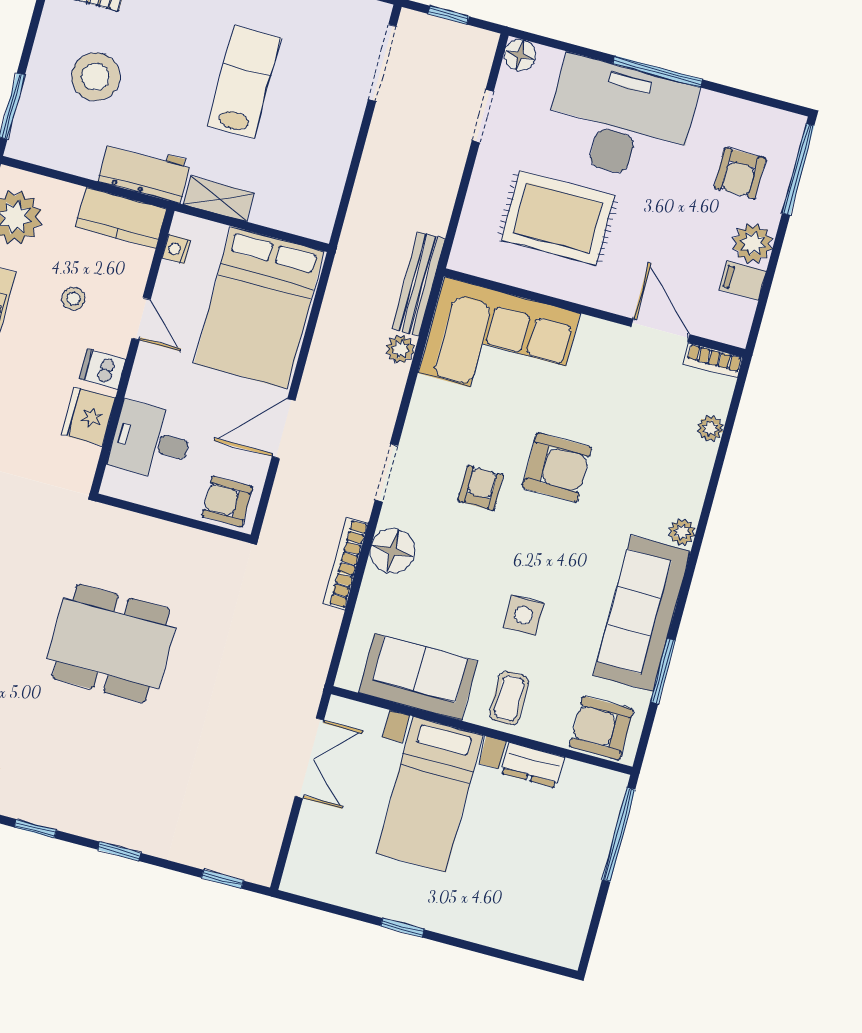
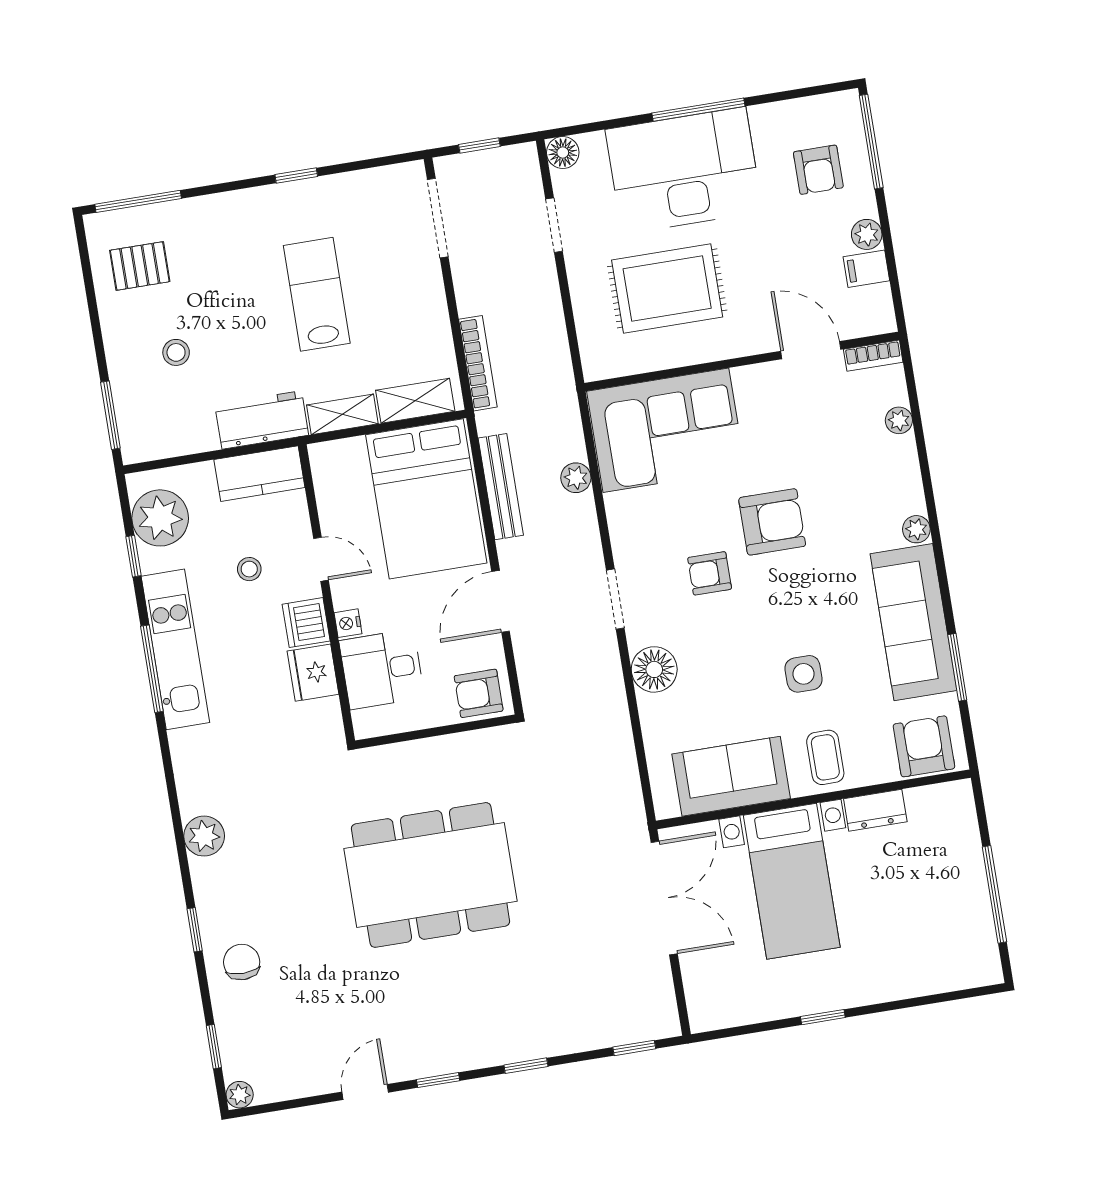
stool: (96, 77) -> (176, 352), width x0.53, depth x0.53
shelving: (289, 216) -> (415, 401), added
plant: (753, 243) -> (867, 234), width x0.73, depth x0.73
nightstand: (176, 249) -> (348, 623), moved
bench: (418, 284) -> (501, 487), moved
dishwasher: (102, 369) -> (306, 623), width x1.38
armchair: (481, 488) -> (710, 573), turned -90
bookcase: (346, 563) -> (478, 363), moved, turned 180
dining table: (111, 643) -> (431, 875), width x1.36, depth x1.24
armchair: (601, 728) -> (924, 746), turned 90
double door: (309, 758) -> (664, 898), width x1.37
window: (619, 834) -> (994, 894), moved

